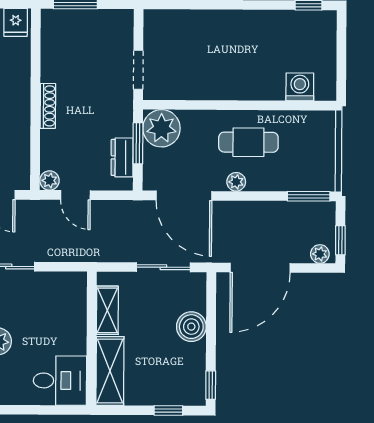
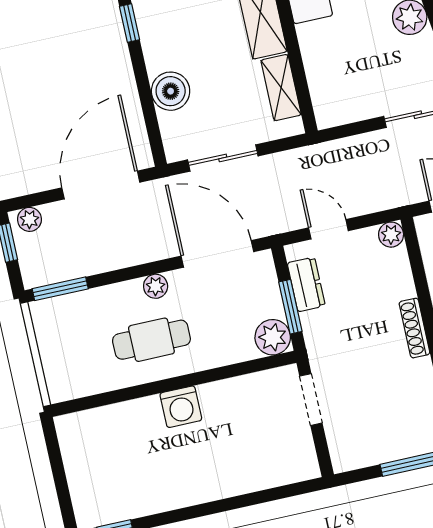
washing machine: (300, 87) -> (181, 407), moved
plant: (161, 128) -> (273, 337), width x0.73, depth x0.73
door: (75, 195) -> (328, 229), moved

